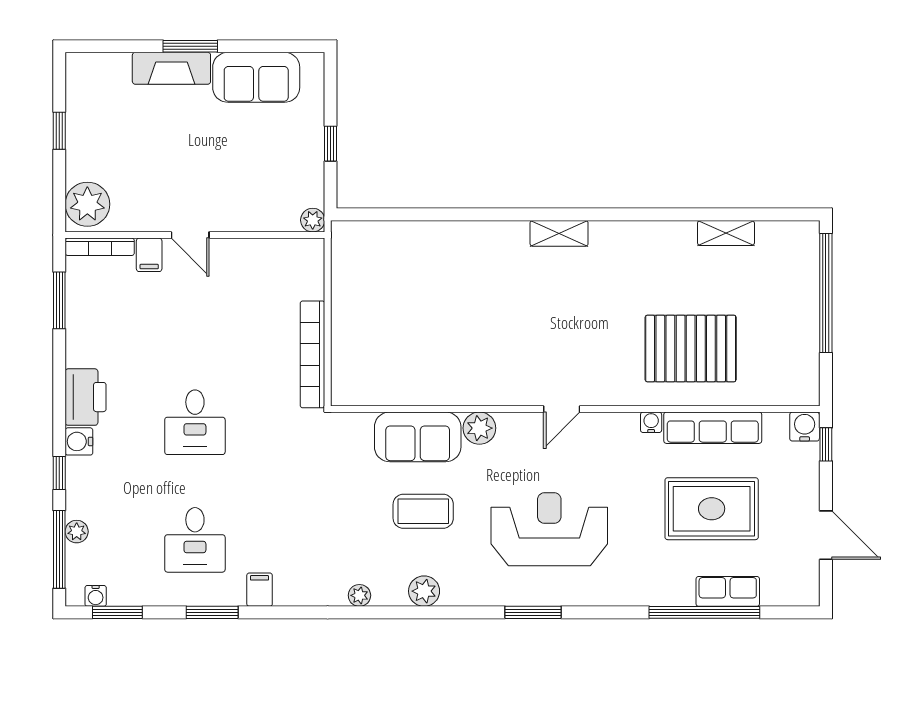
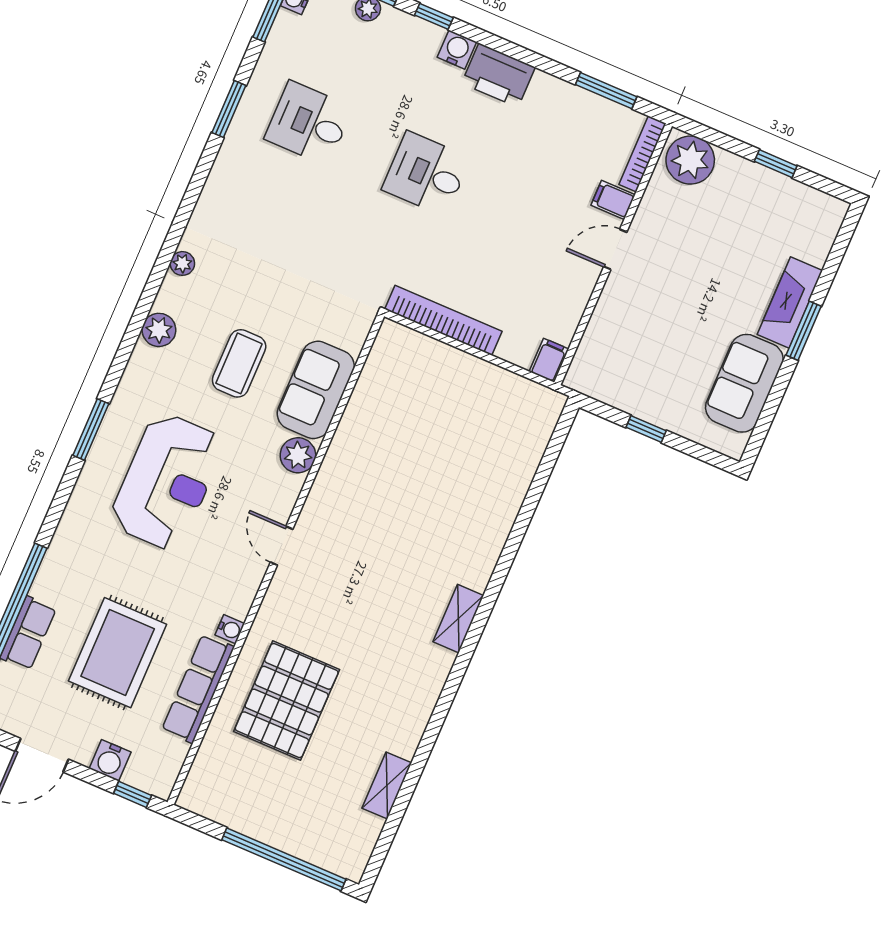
plant: (313, 220) -> (577, 378), removed
water cooler: (805, 427) -> (110, 760), moved, turned 90
filing cabinet: (260, 590) -> (549, 360), moved, turned -90

